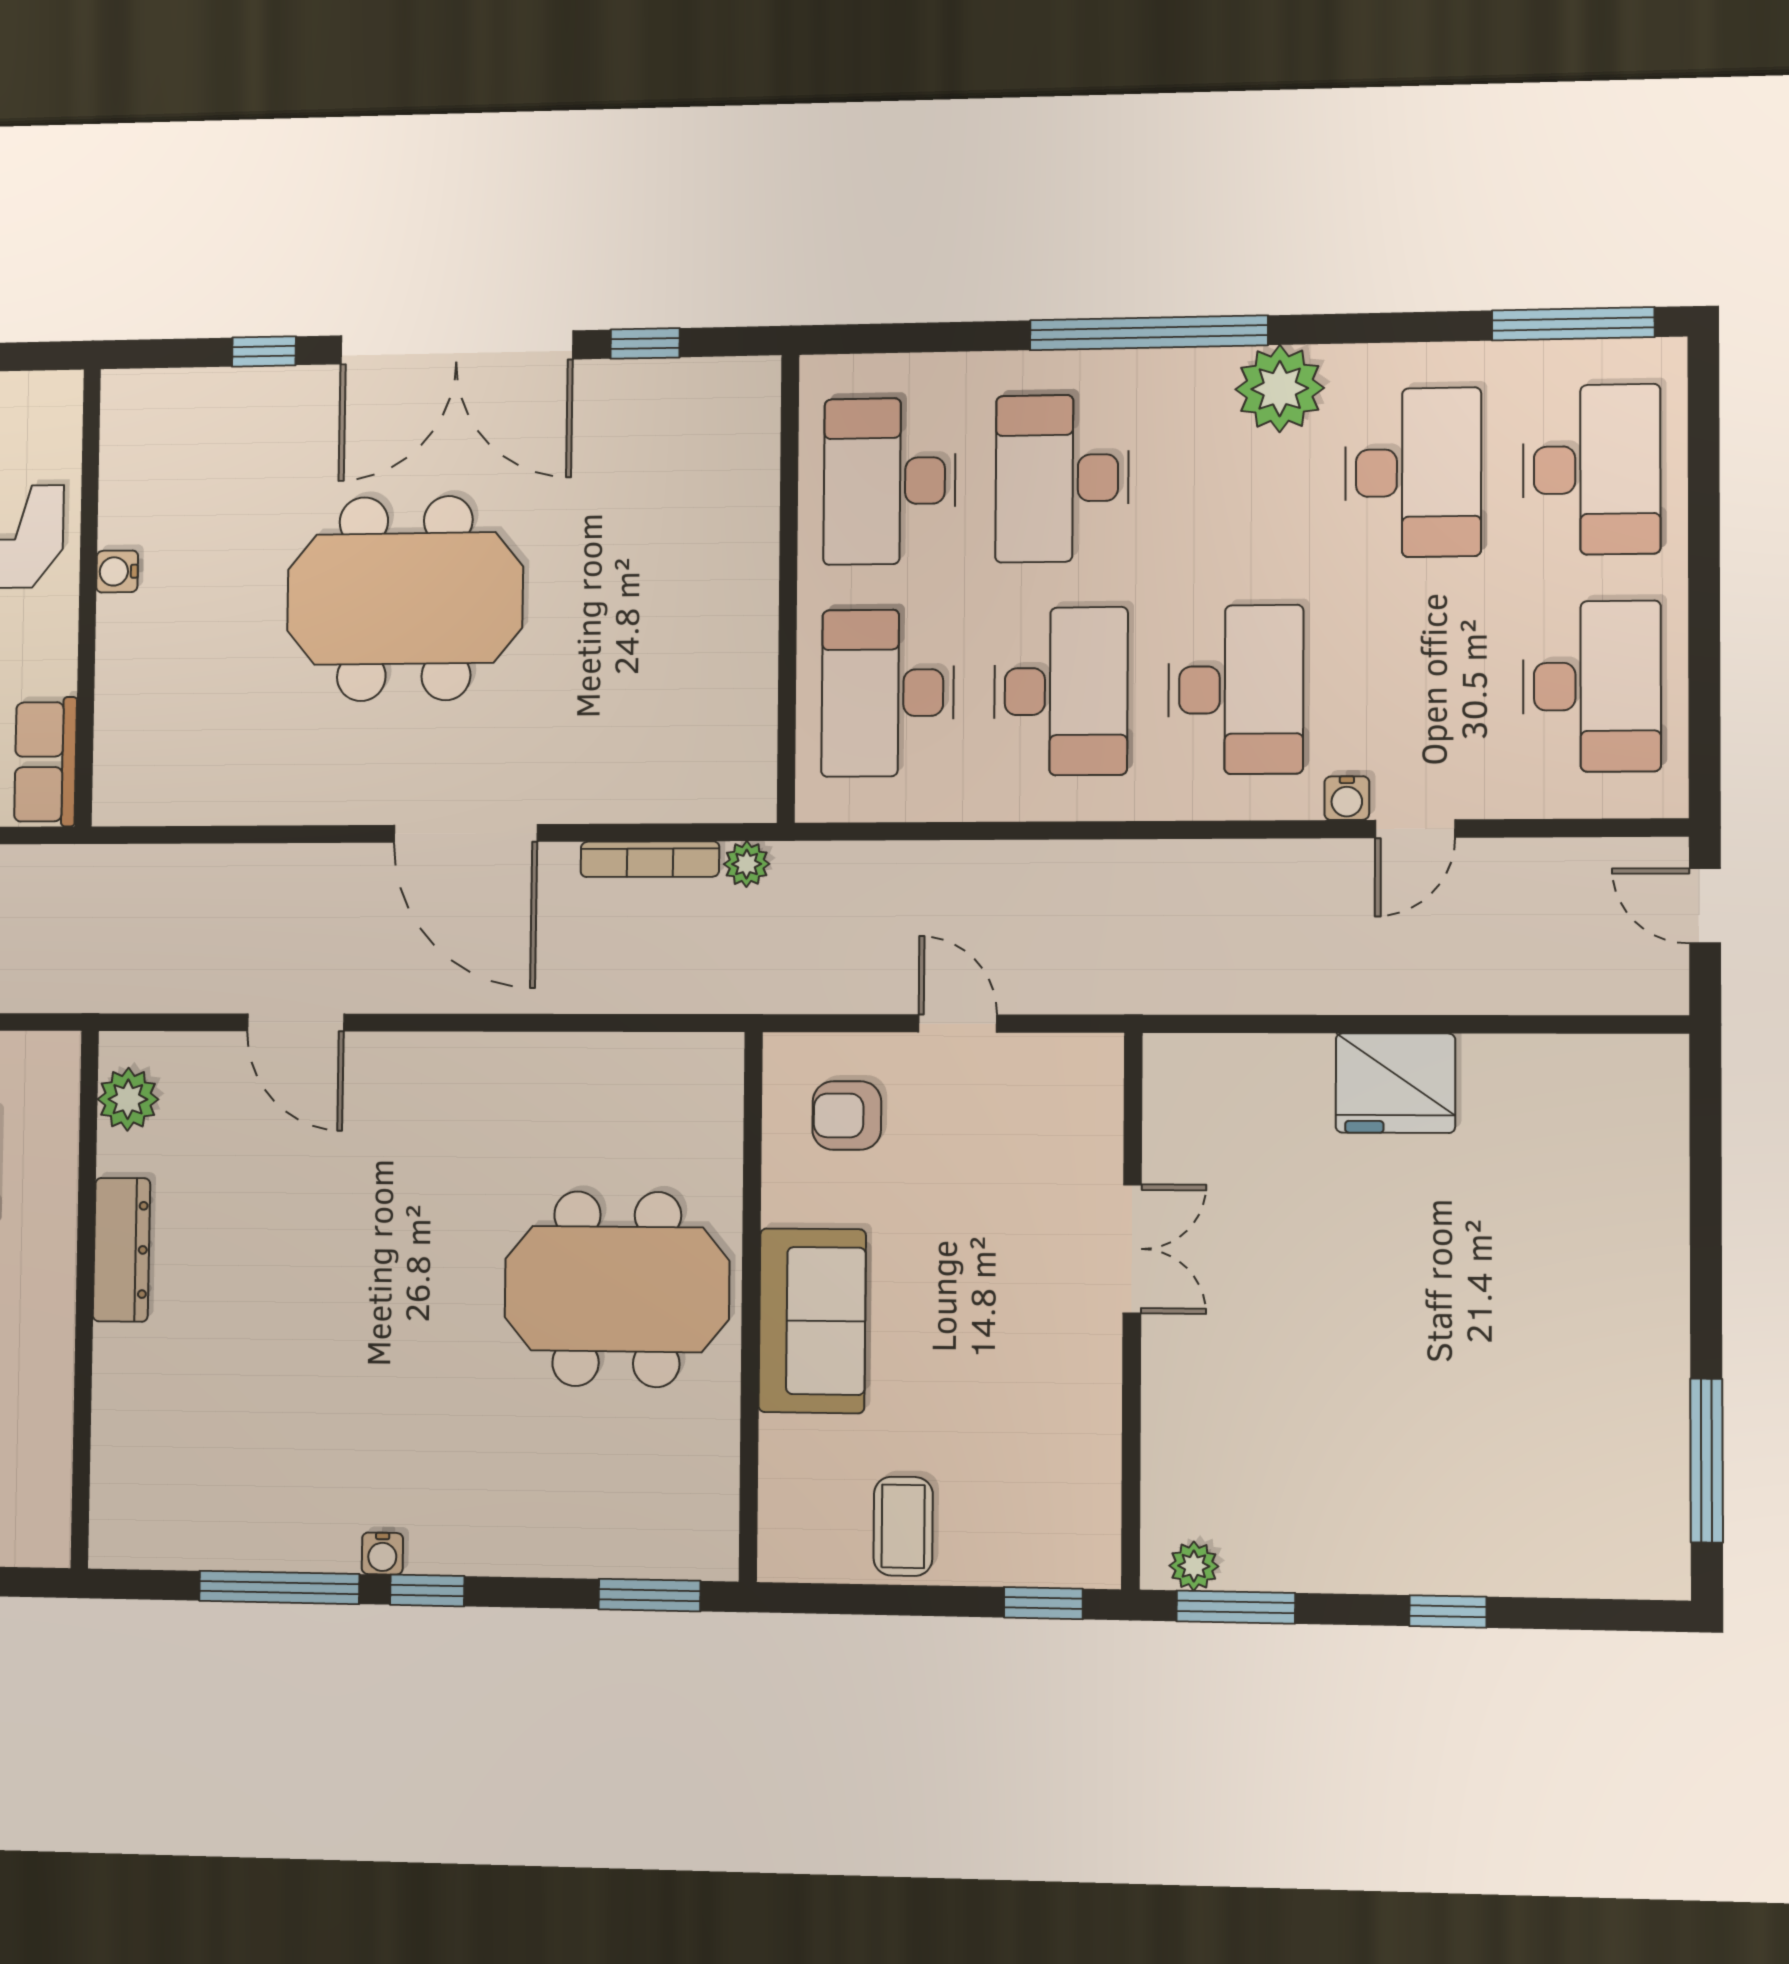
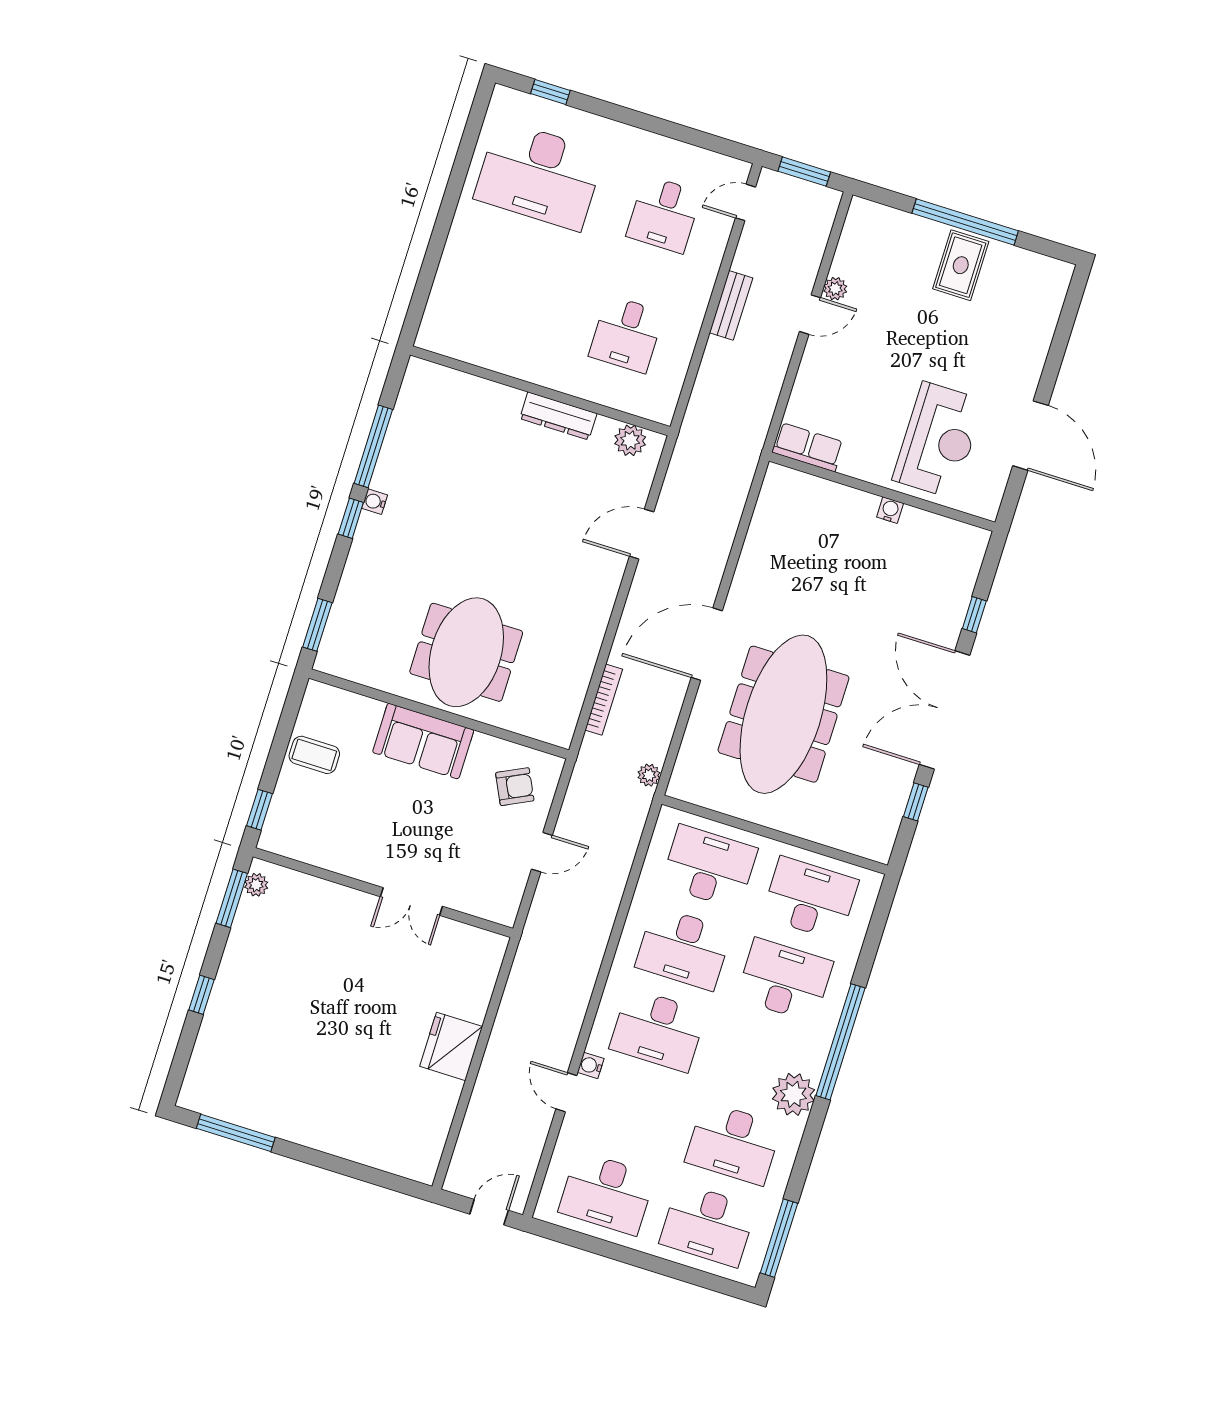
meeting table: (405, 599) -> (783, 714), moved, width x1.36
bookcase: (650, 859) -> (604, 700), moved, turned 180
armchair: (847, 1116) -> (515, 787), turned 64

